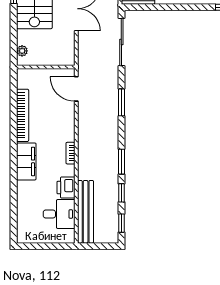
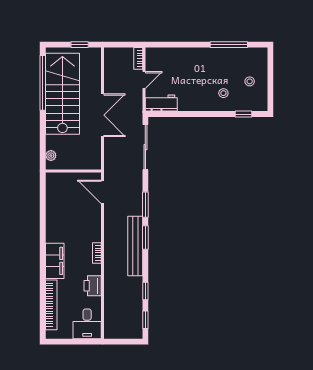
bookcase: (23, 115) -> (51, 305), moved
window: (121, 162) -> (145, 237), moved
bench: (86, 212) -> (135, 246), moved
desk: (59, 214) -> (87, 324), moved, turned 90

